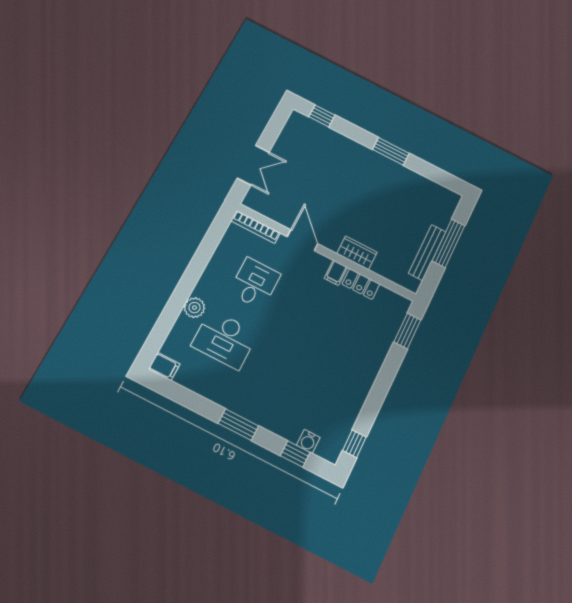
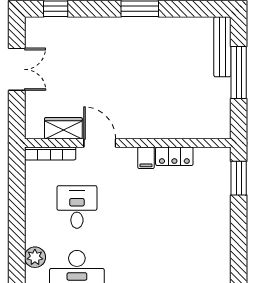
double door: (253, 165) -> (17, 69), moved
bench: (427, 252) -> (222, 47), moved
wardrobe: (357, 253) -> (63, 128), moved

